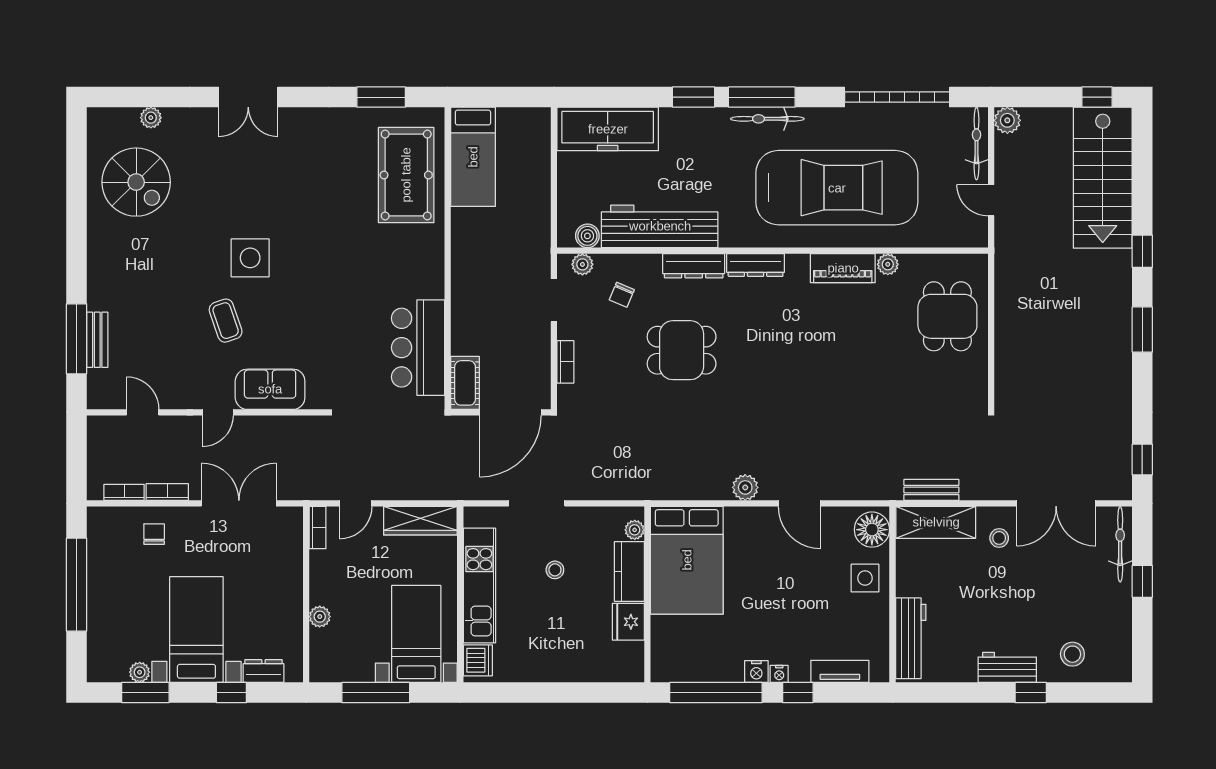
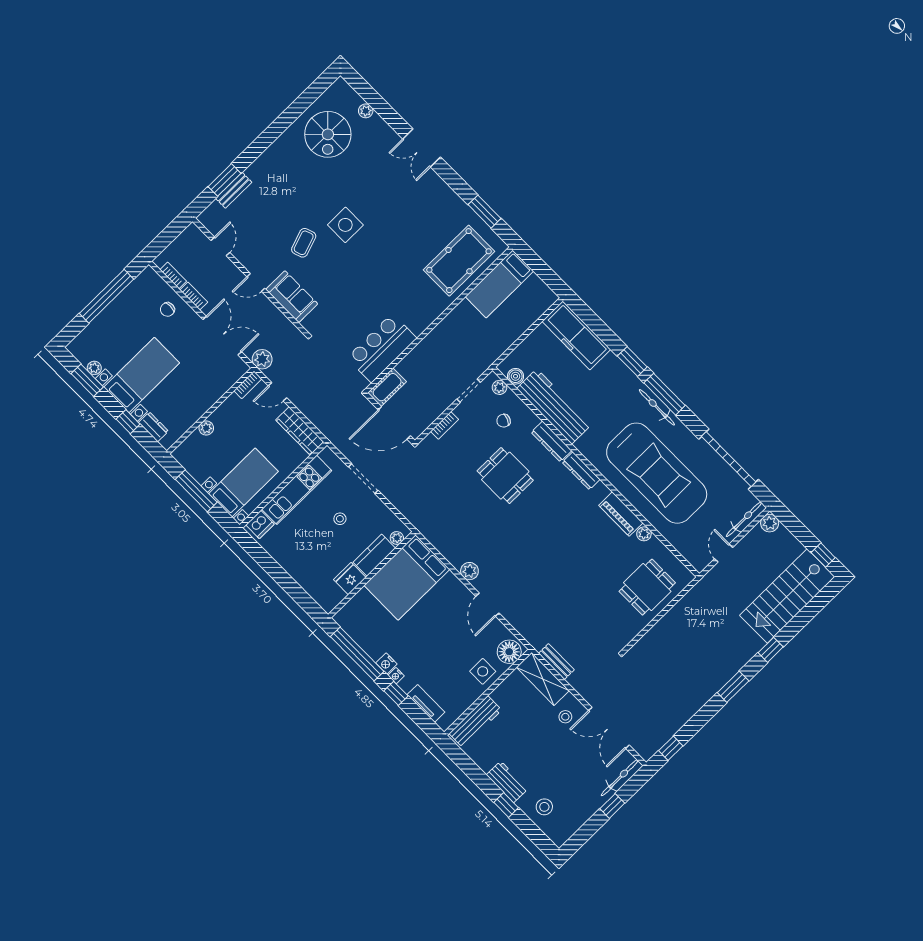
window: (77, 339) -> (224, 180), width x0.69
plant: (305, 486) -> (262, 359), added
chair: (154, 534) -> (167, 309), turned 180

